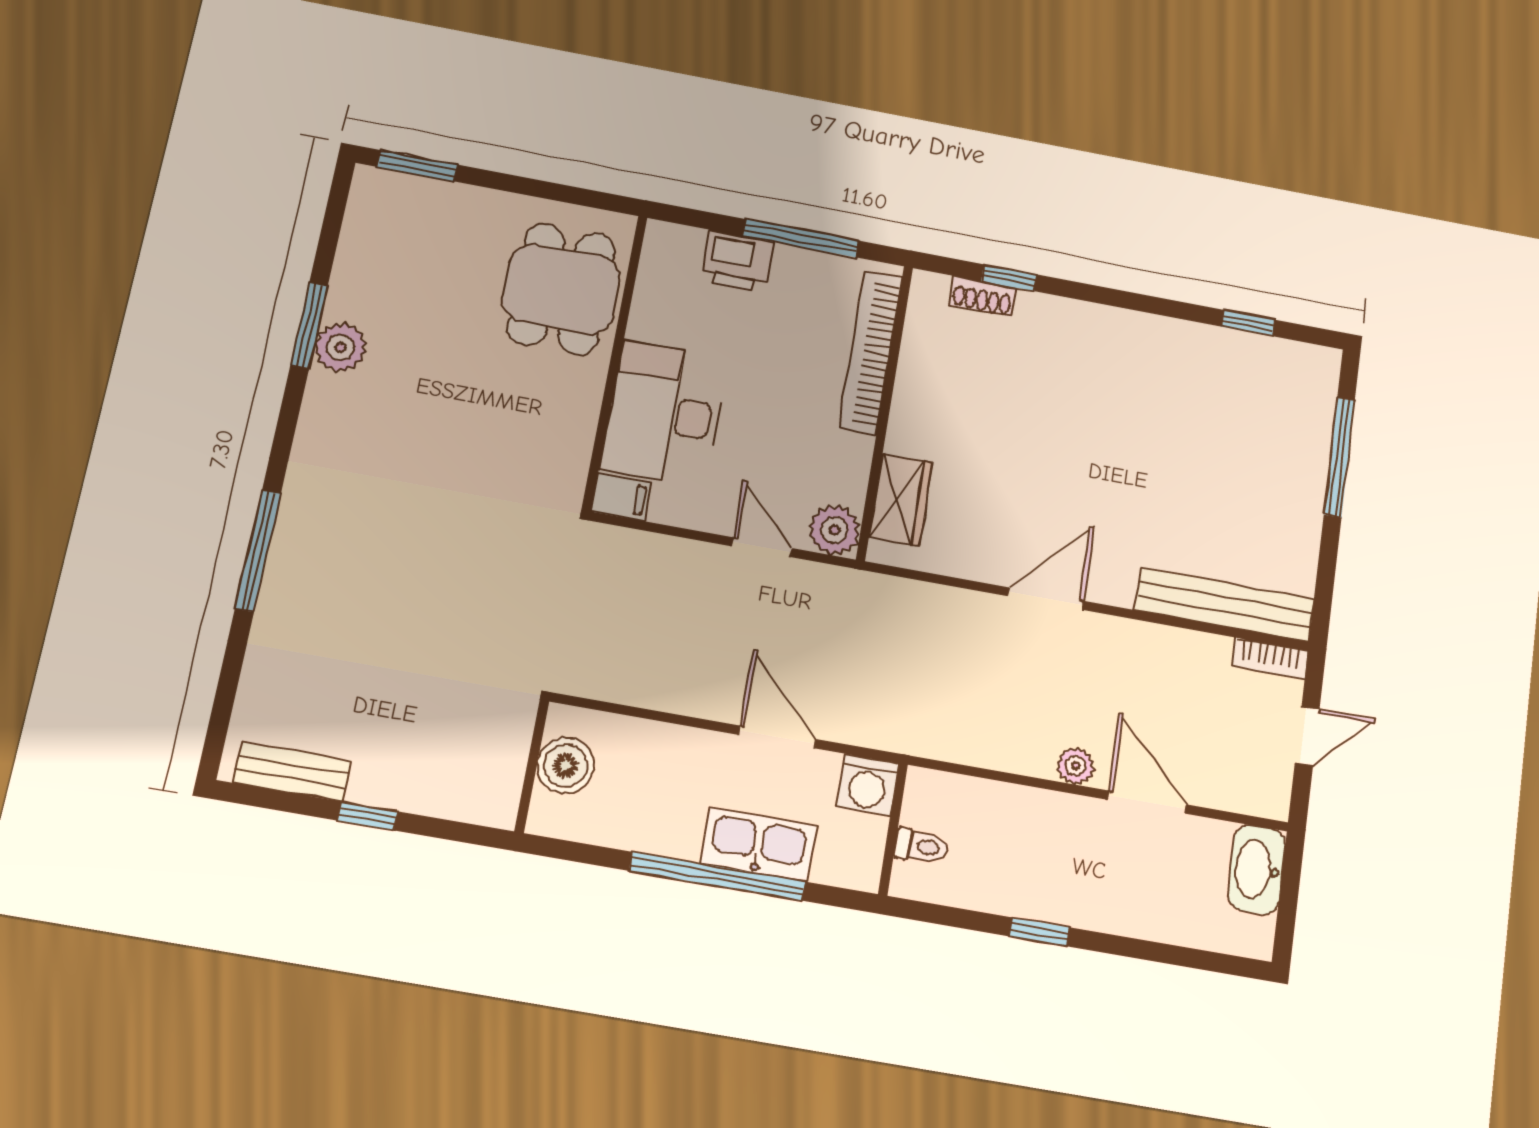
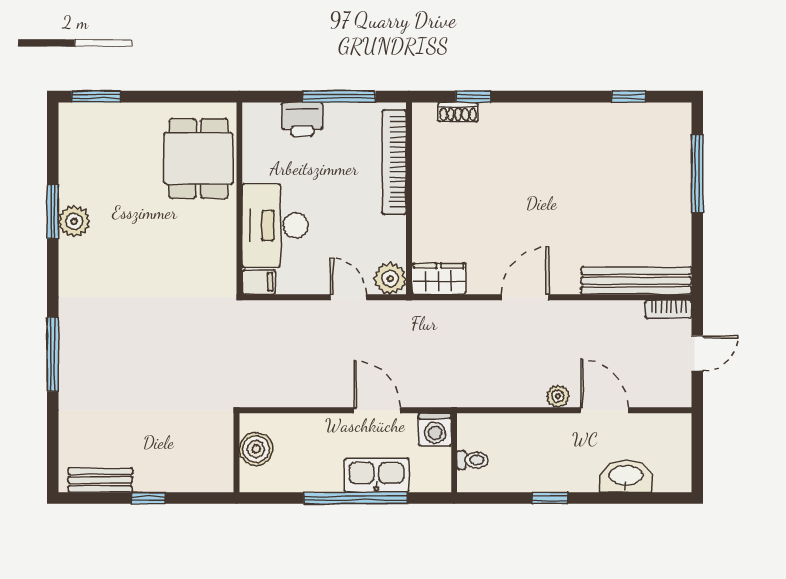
wardrobe: (901, 499) -> (439, 279), moved, turned -90
washbasin: (1256, 870) -> (626, 476), moved, turned 90

